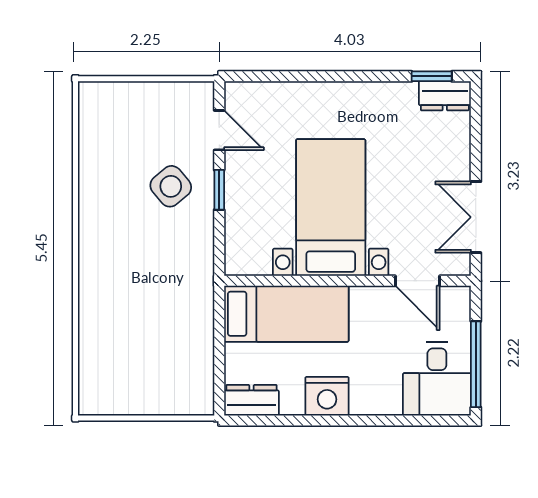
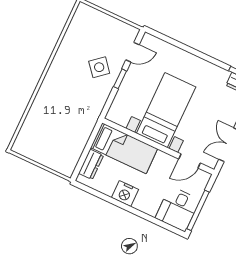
door: (219, 130) -> (132, 52), hinge flipped
door: (418, 281) -> (189, 161), hinge flipped
dresser: (251, 400) -> (91, 164), moved, turned 90

